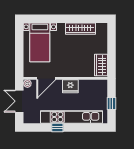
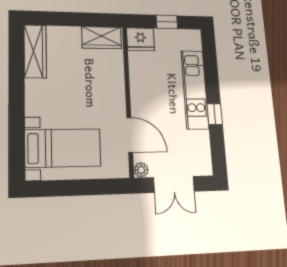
wardrobe: (80, 29) -> (35, 51), moved
fridge: (70, 86) -> (141, 39), moved, turned 90
kitchen unit: (72, 117) -> (195, 90), width x0.73

